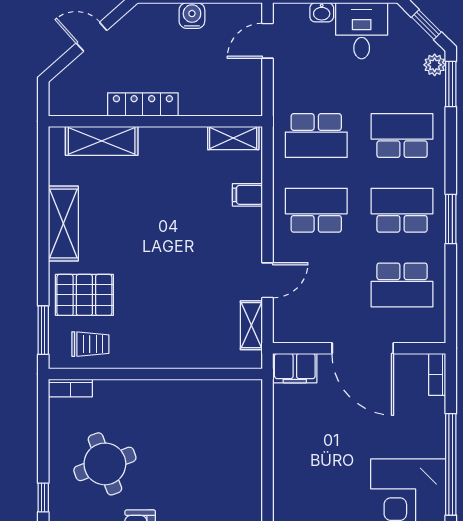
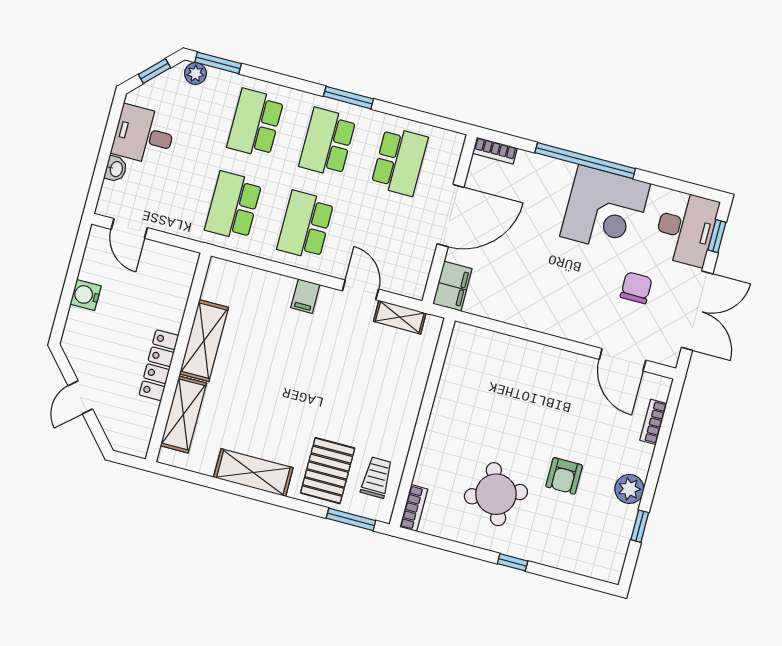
school desk: (316, 136) -> (233, 206), turned 180
shelving: (233, 138) -> (204, 341), moved, width x1.50, depth x1.33
filing cabinet: (247, 195) -> (305, 296), moved

